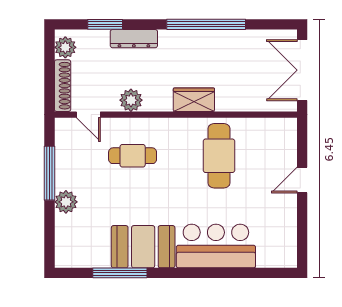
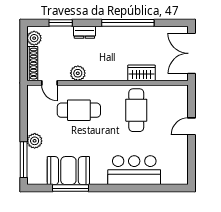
dresser: (134, 39) -> (84, 32), width x0.70
wardrobe: (194, 100) -> (141, 73), moved
cafe table: (133, 156) -> (79, 110), width x1.37, depth x1.35
window: (50, 173) -> (24, 160), moved
booth: (143, 247) -> (68, 171), moved

